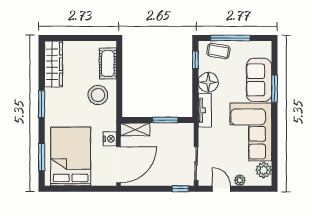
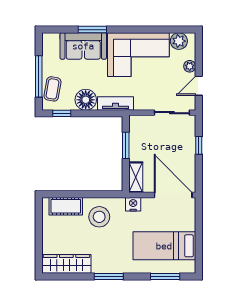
nightstand: (110, 139) -> (133, 204), moved
bed: (71, 156) -> (164, 246), width x0.67
window: (181, 189) -> (199, 145), moved

